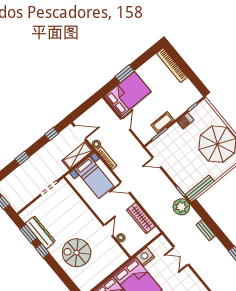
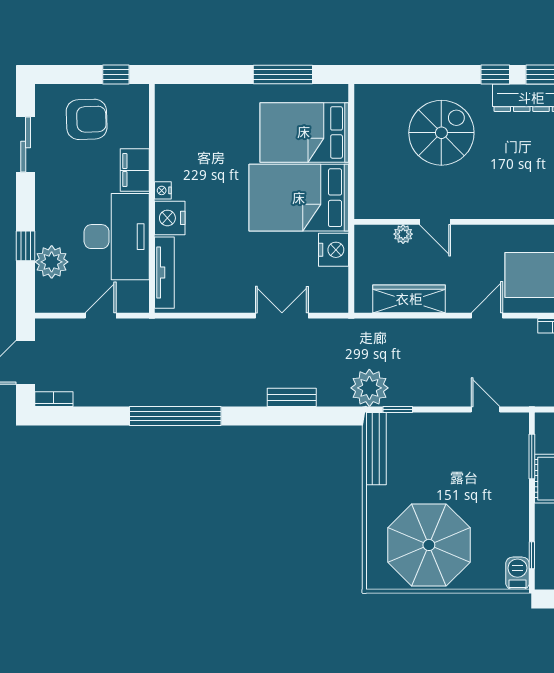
barbecue: (185, 121) -> (517, 573), moved
door: (157, 162) -> (485, 410), hinge flipped

